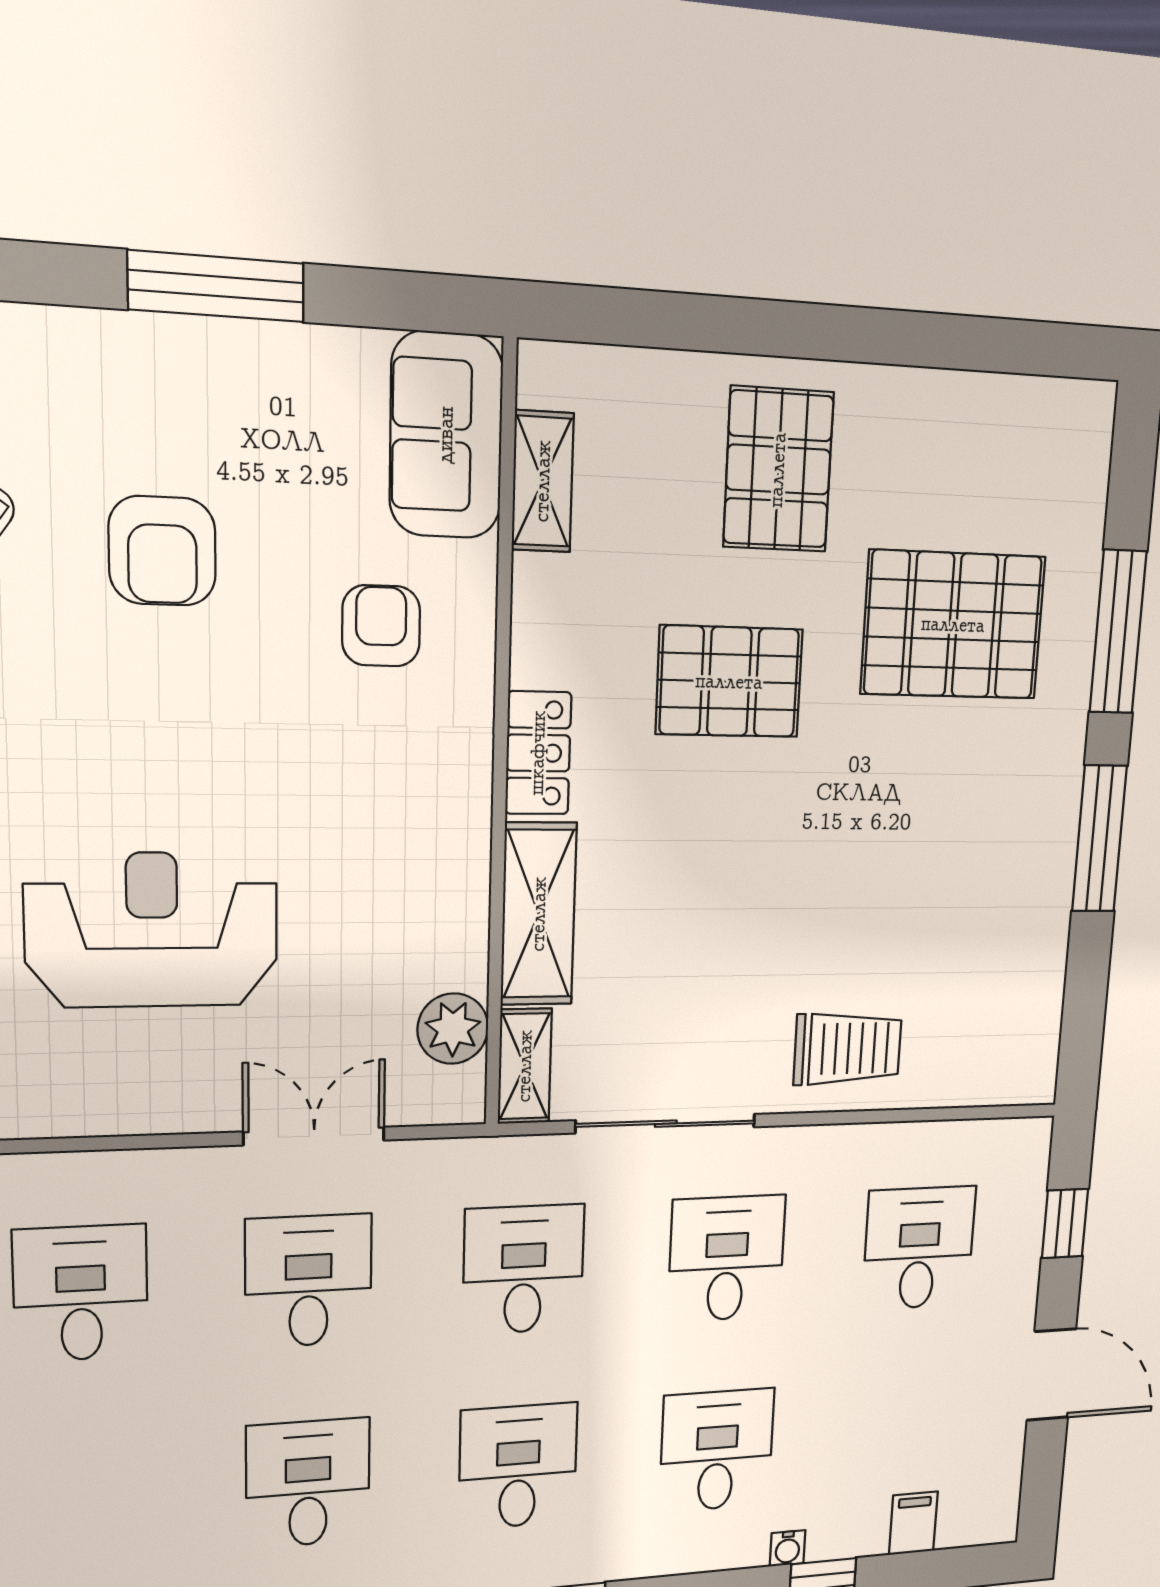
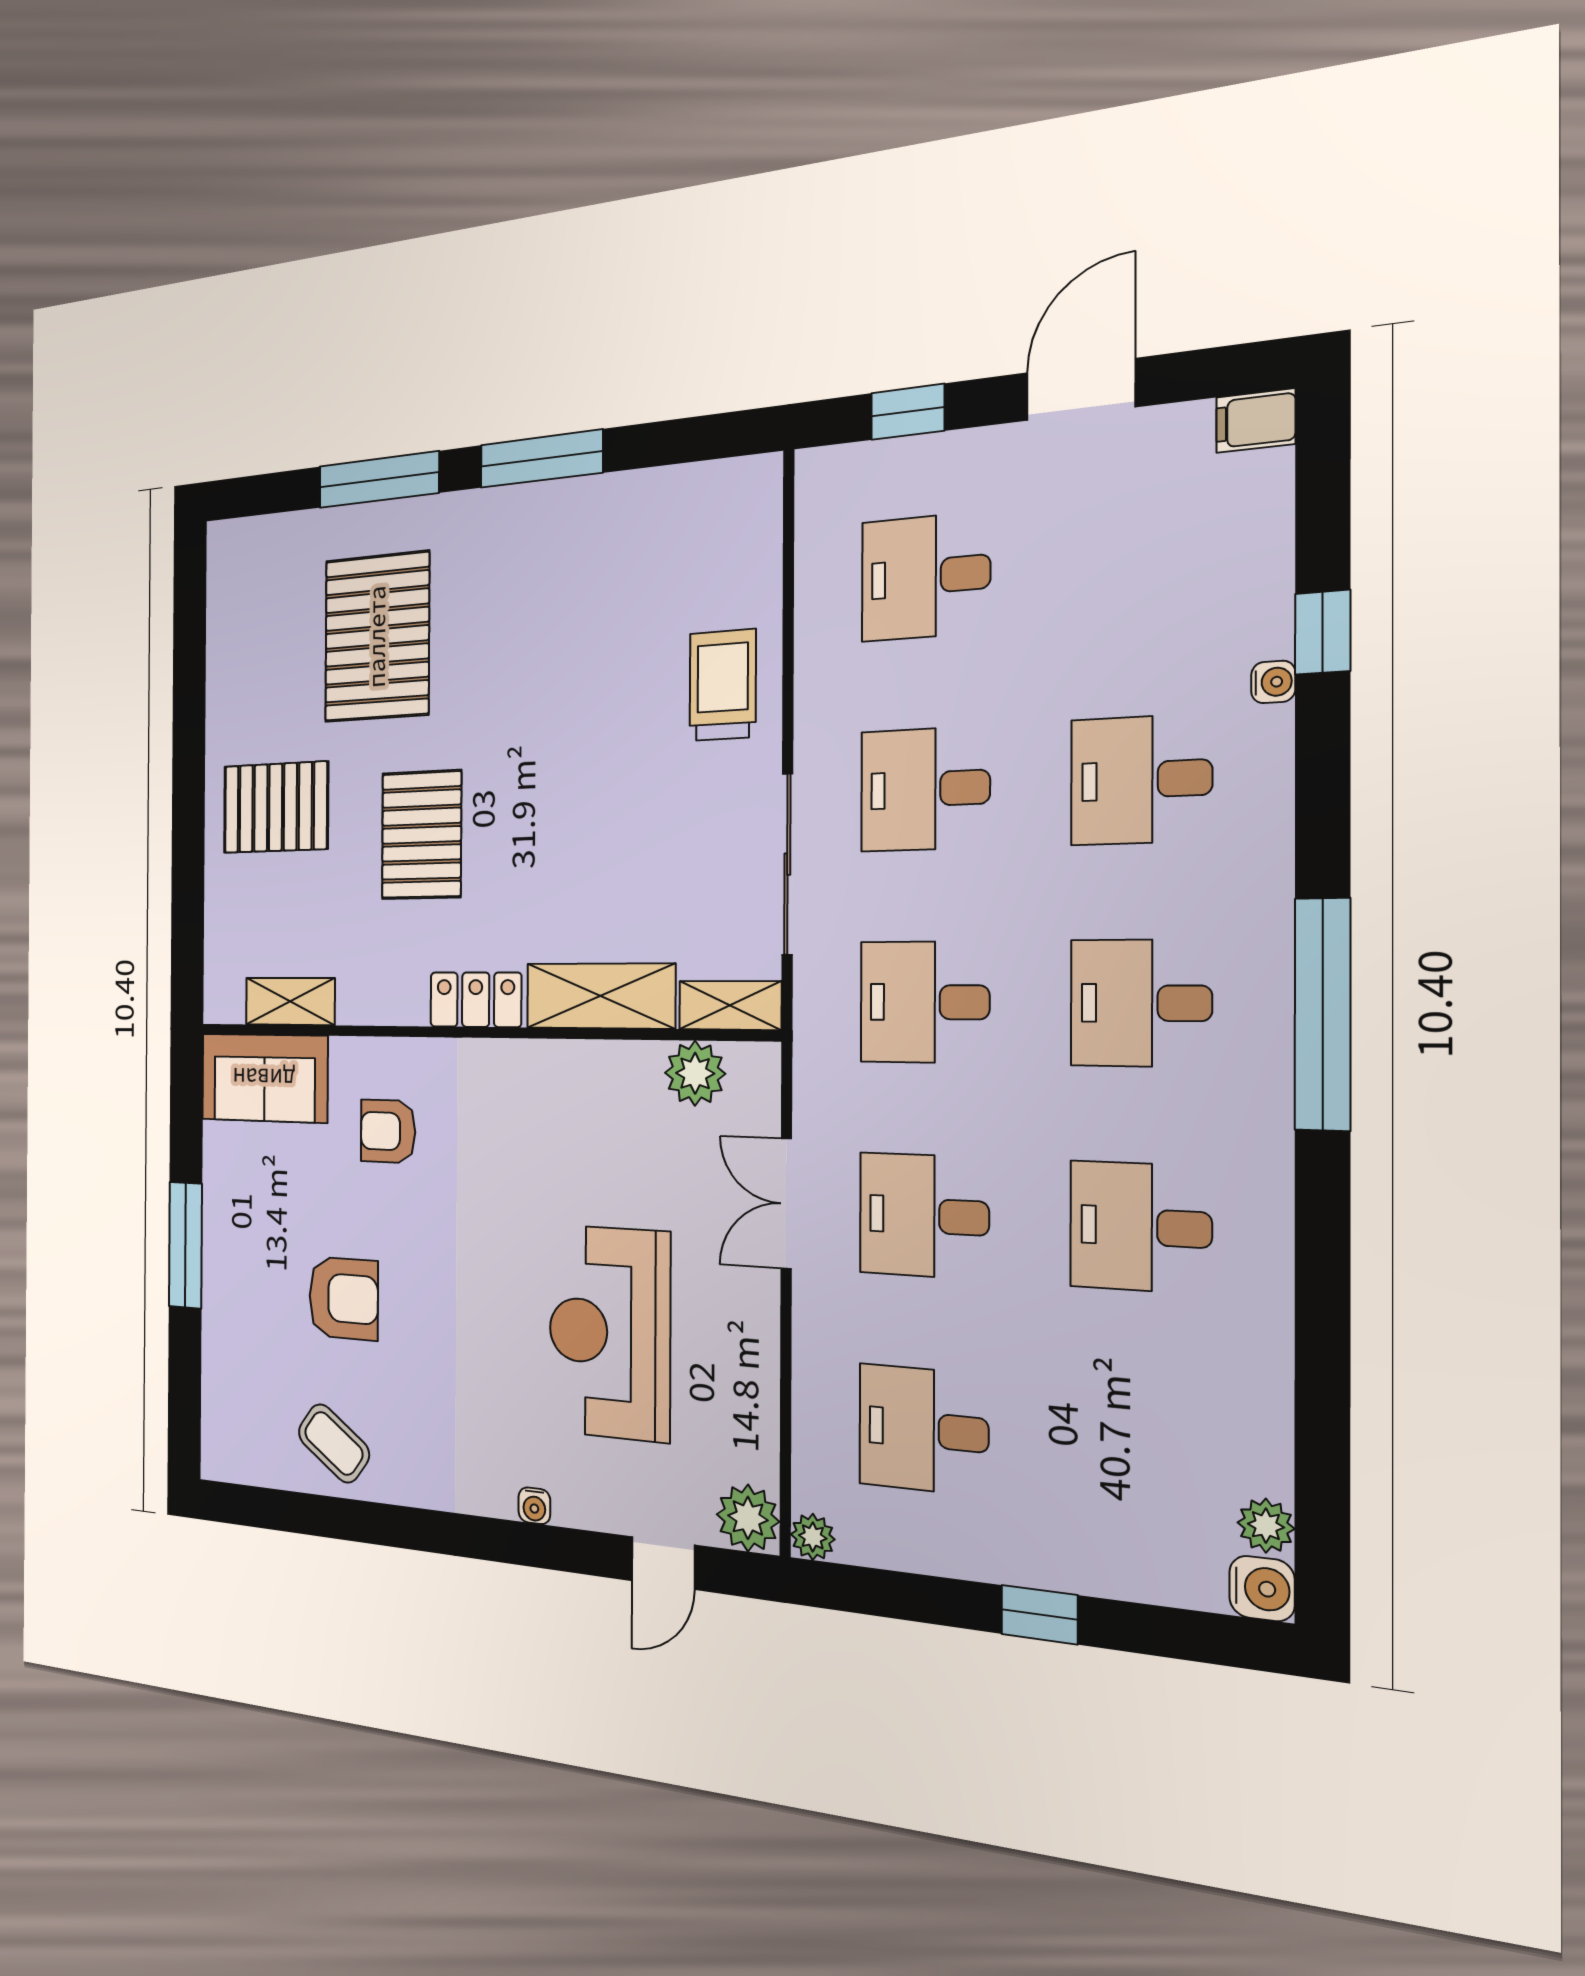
filing cabinet: (913, 1523) -> (1256, 421), moved

